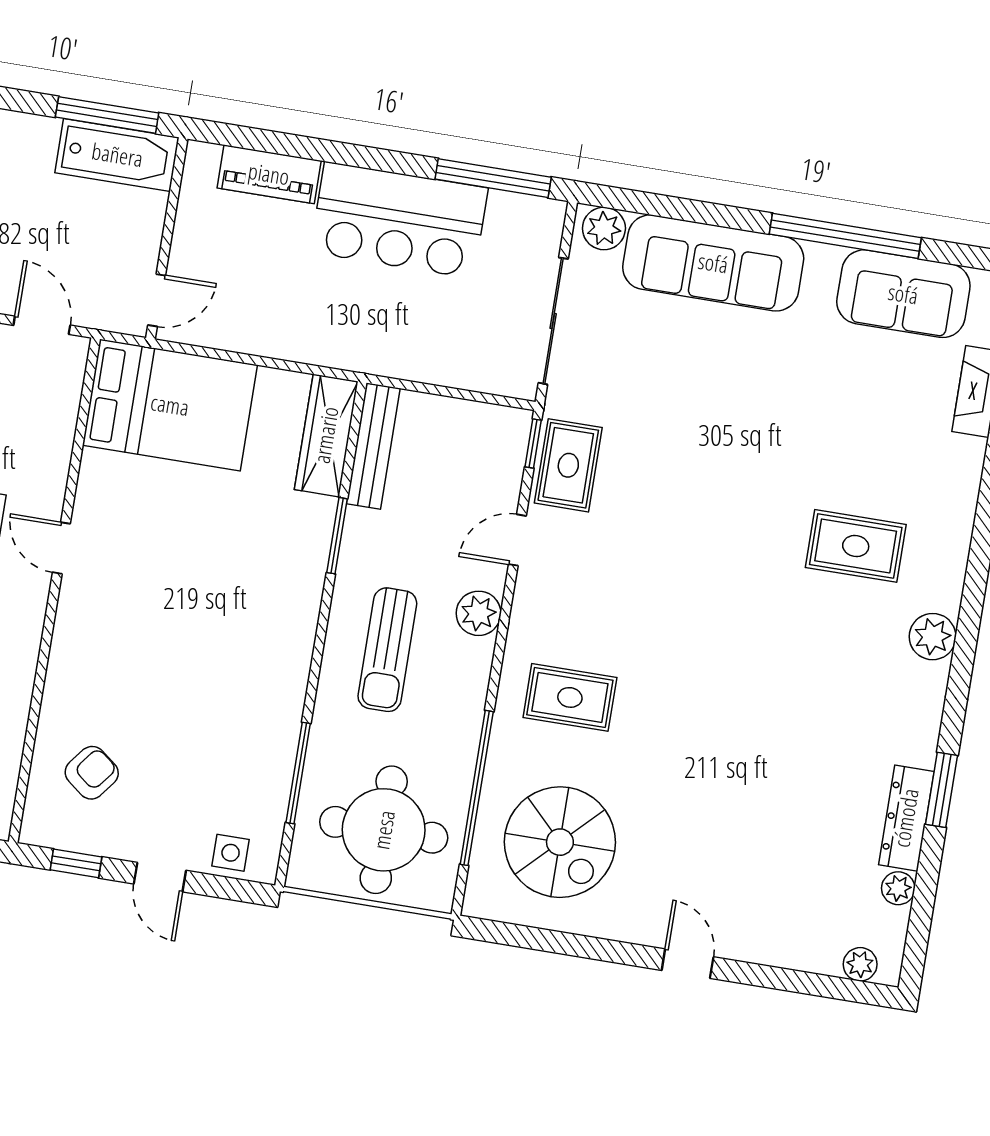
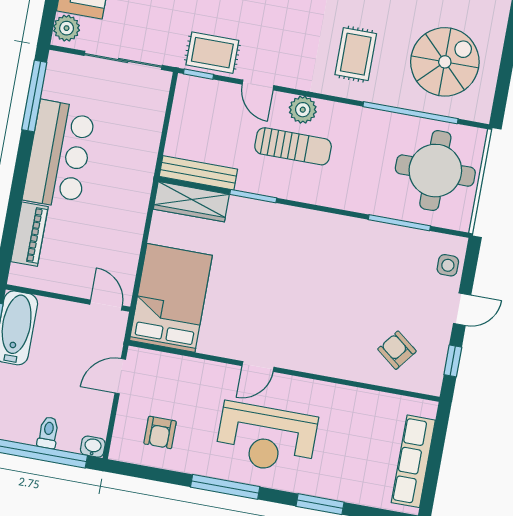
sun lounger: (387, 650) -> (293, 146), moved

